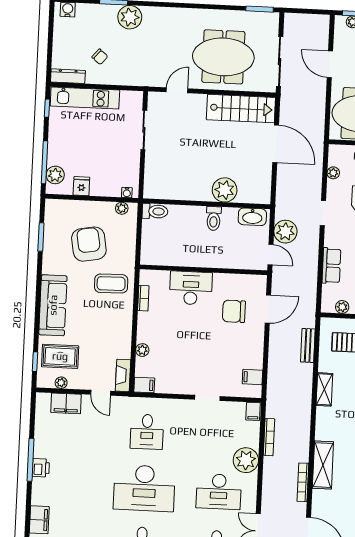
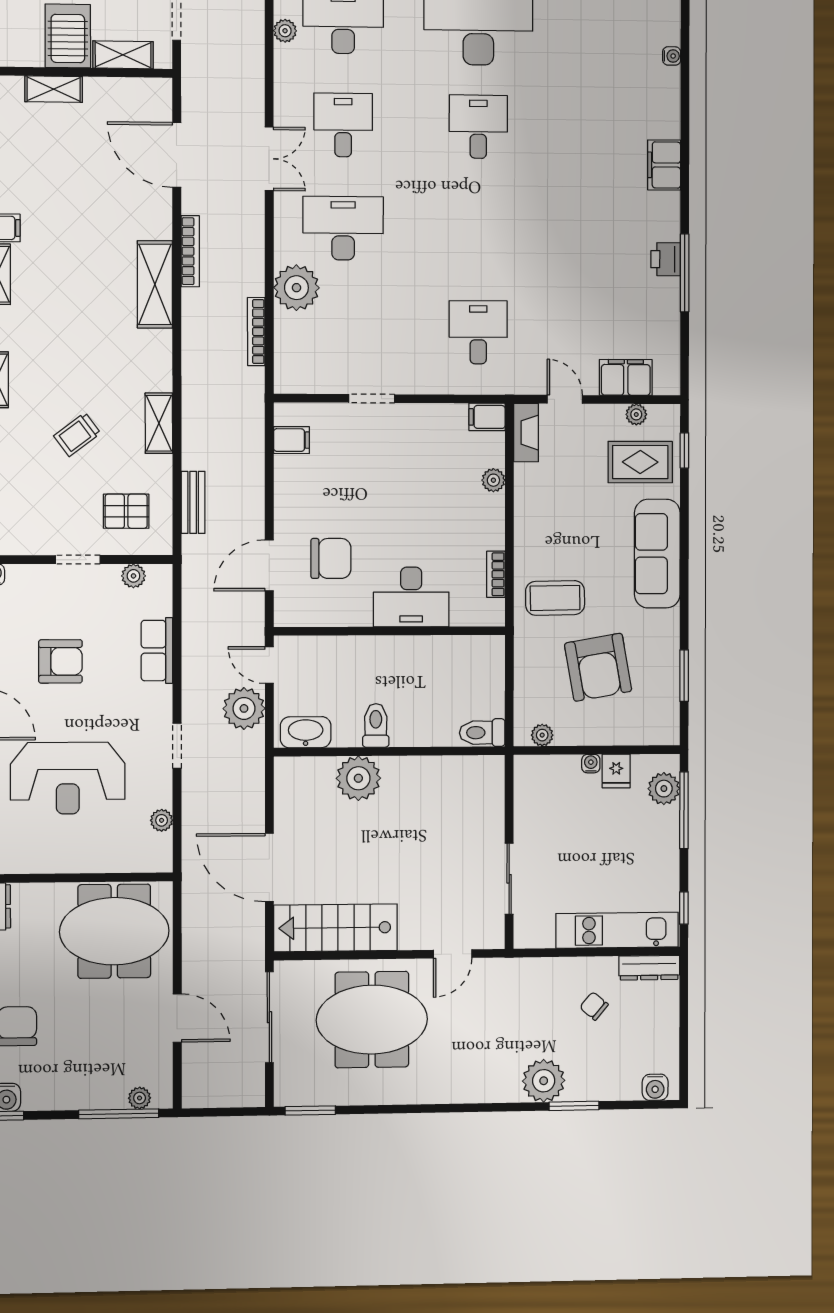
water cooler: (127, 193) -> (591, 764), moved
filing cabinet: (253, 411) -> (287, 377), removed
desk: (144, 488) -> (478, 230), removed

